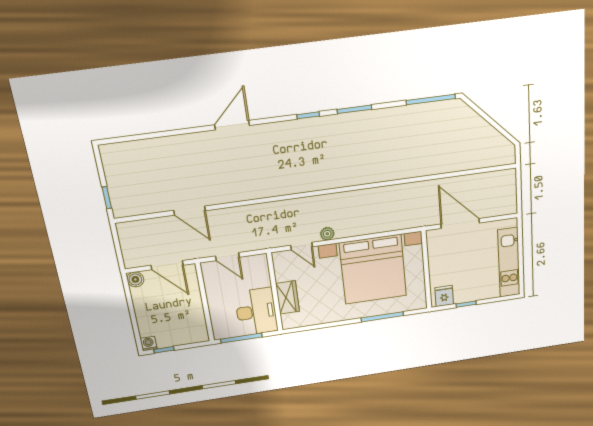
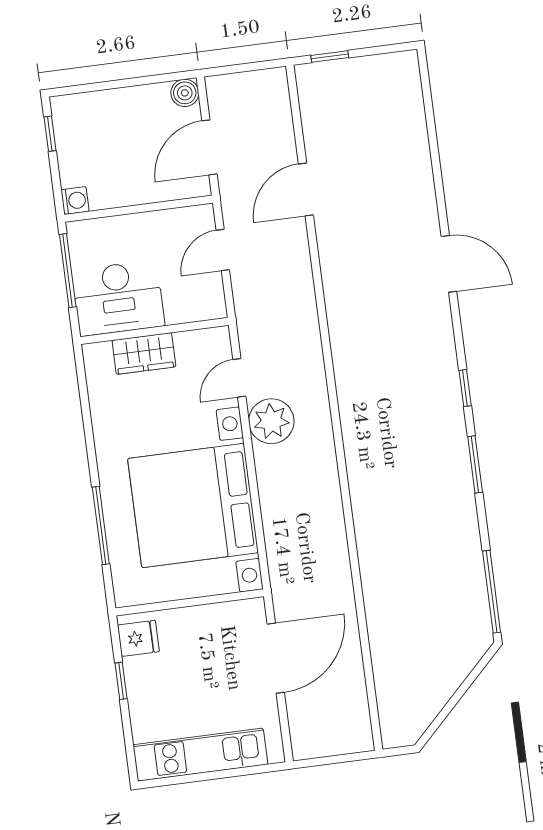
plant: (327, 234) -> (271, 421), width x1.87, depth x1.87
washing machine: (148, 344) -> (75, 201), moved

